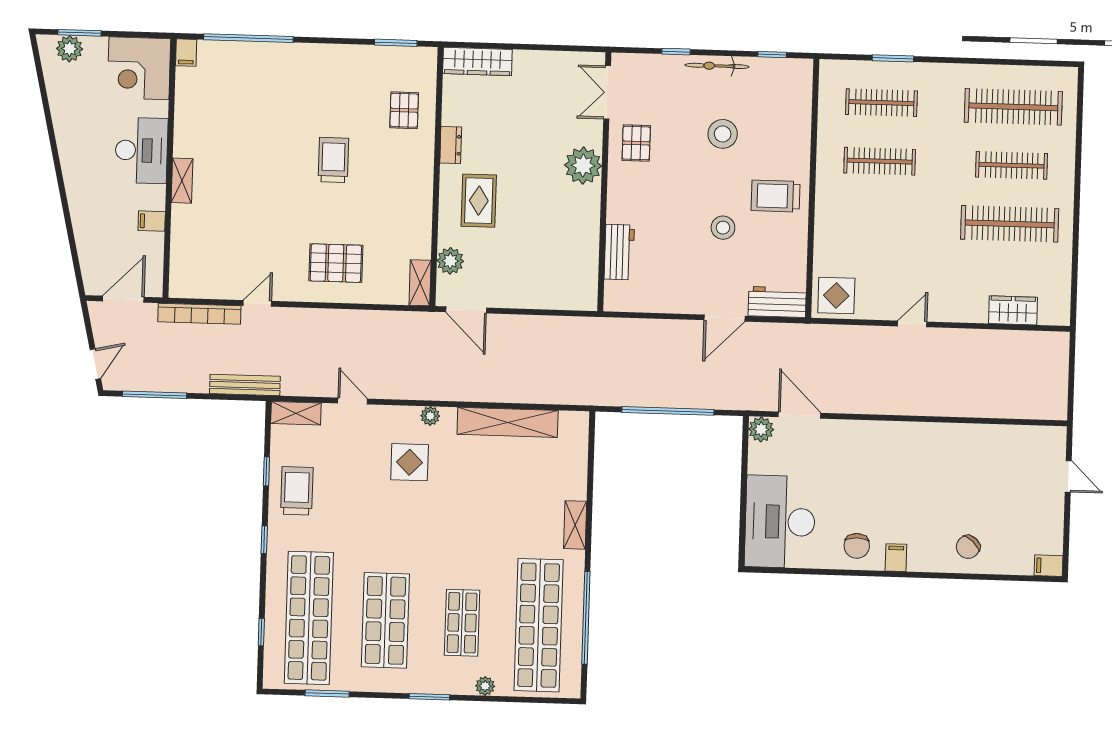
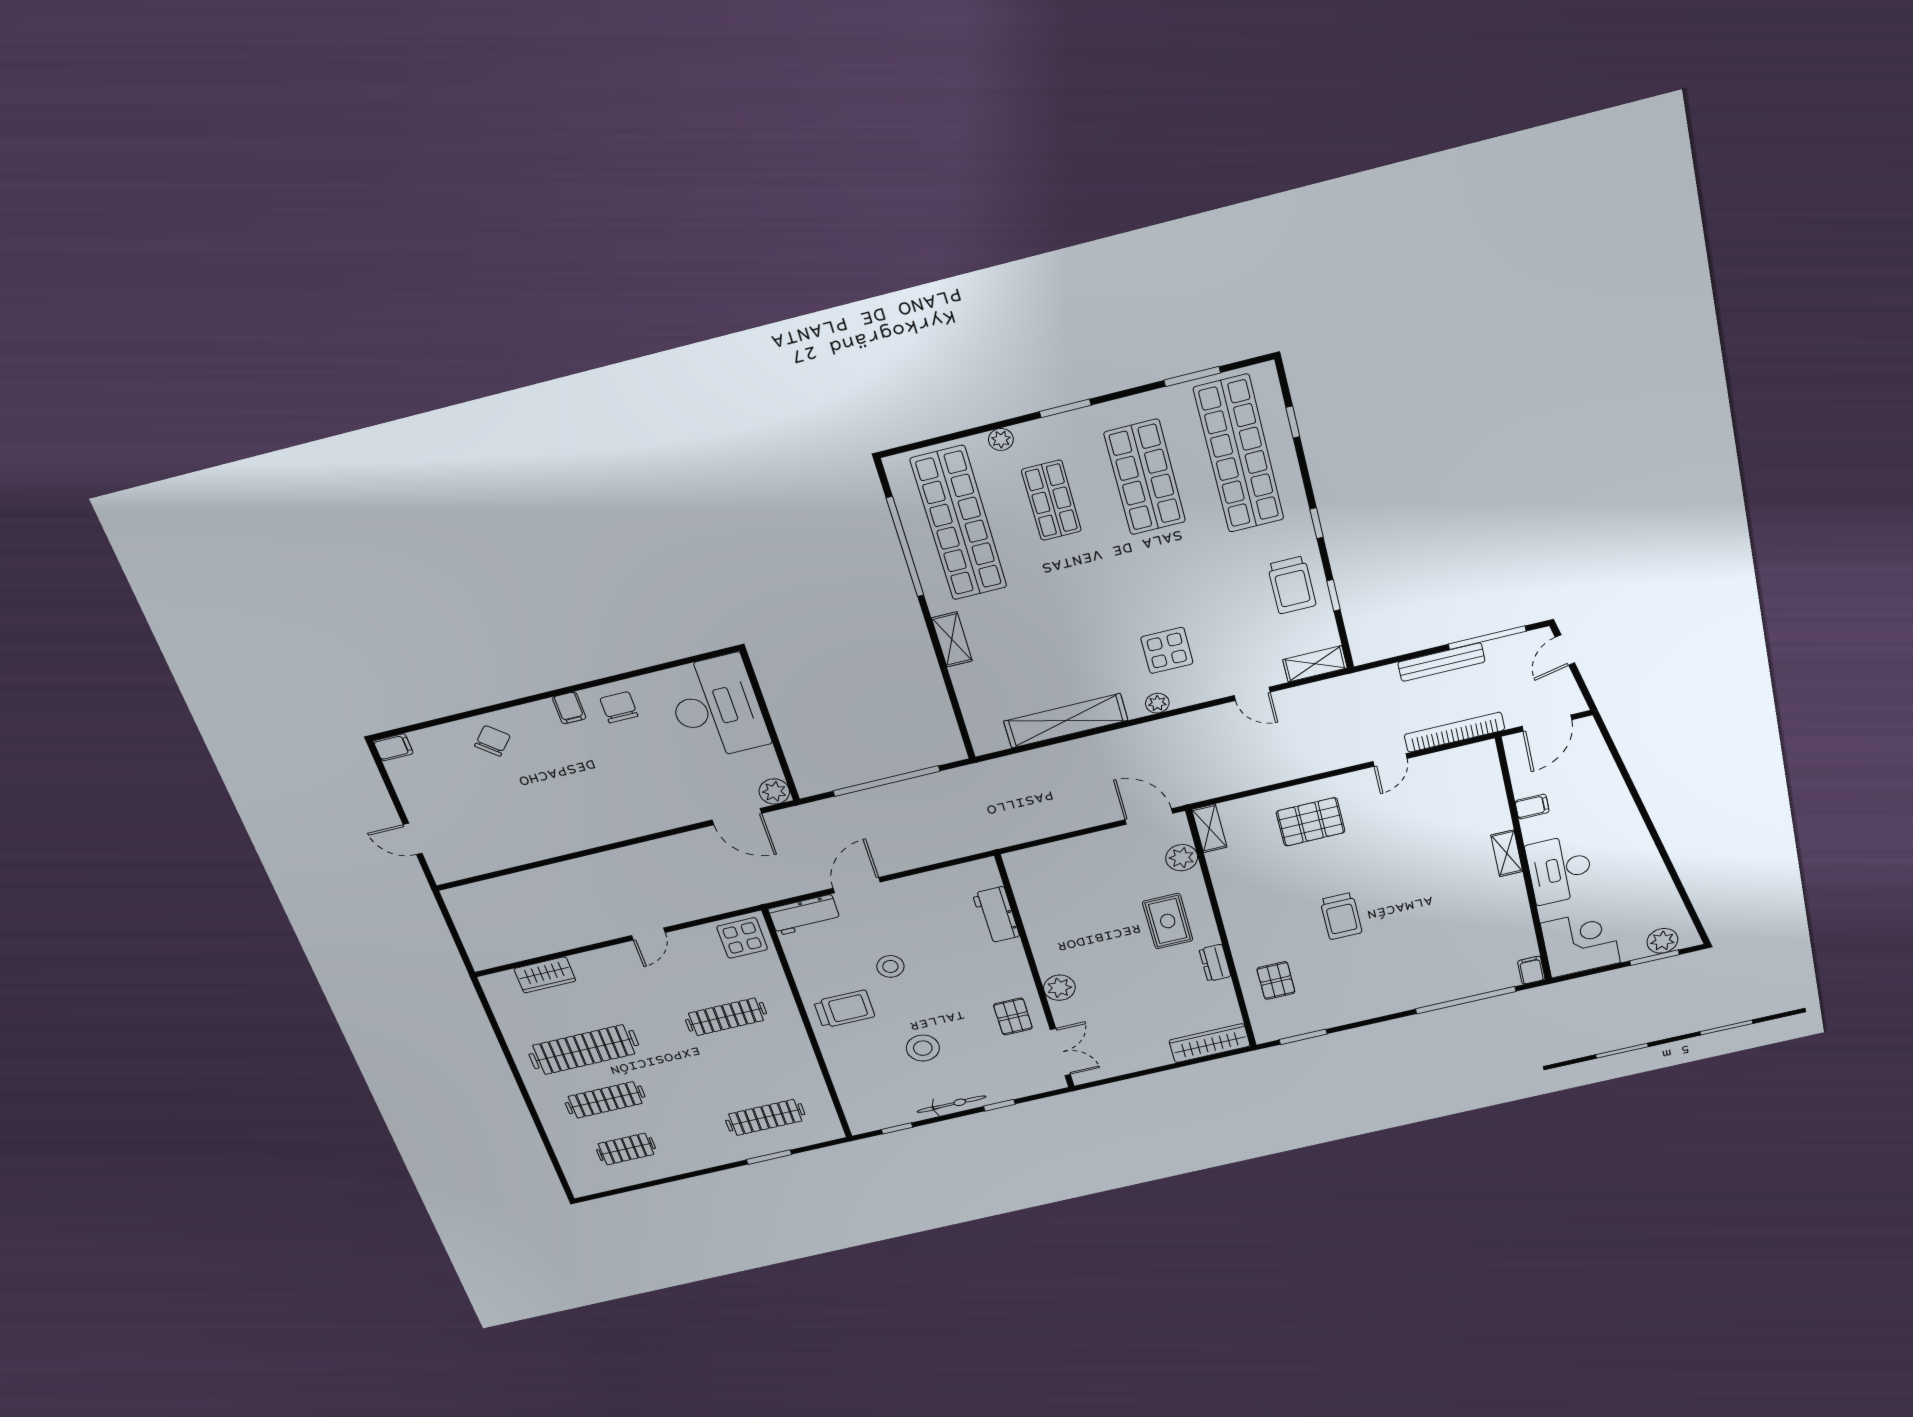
clothes rail: (1013, 107) -> (626, 1149), width x0.54, depth x0.76
clothes rail: (880, 161) -> (726, 1017), moved
plant: (583, 166) -> (1059, 988), width x0.73, depth x0.73
bench: (245, 385) -> (1441, 662), moved

